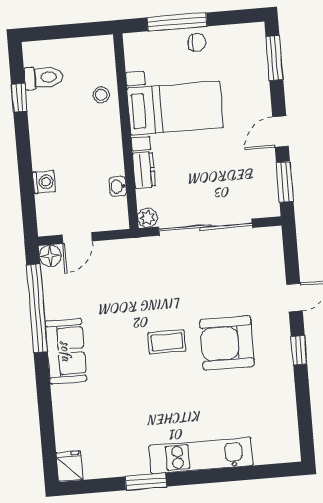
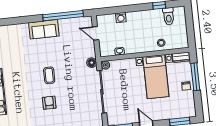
dresser: (144, 170) -> (181, 57), moved
floor lamp: (50, 256) -> (92, 63), moved
armchair: (227, 343) -> (49, 103), width x0.53, depth x0.53

